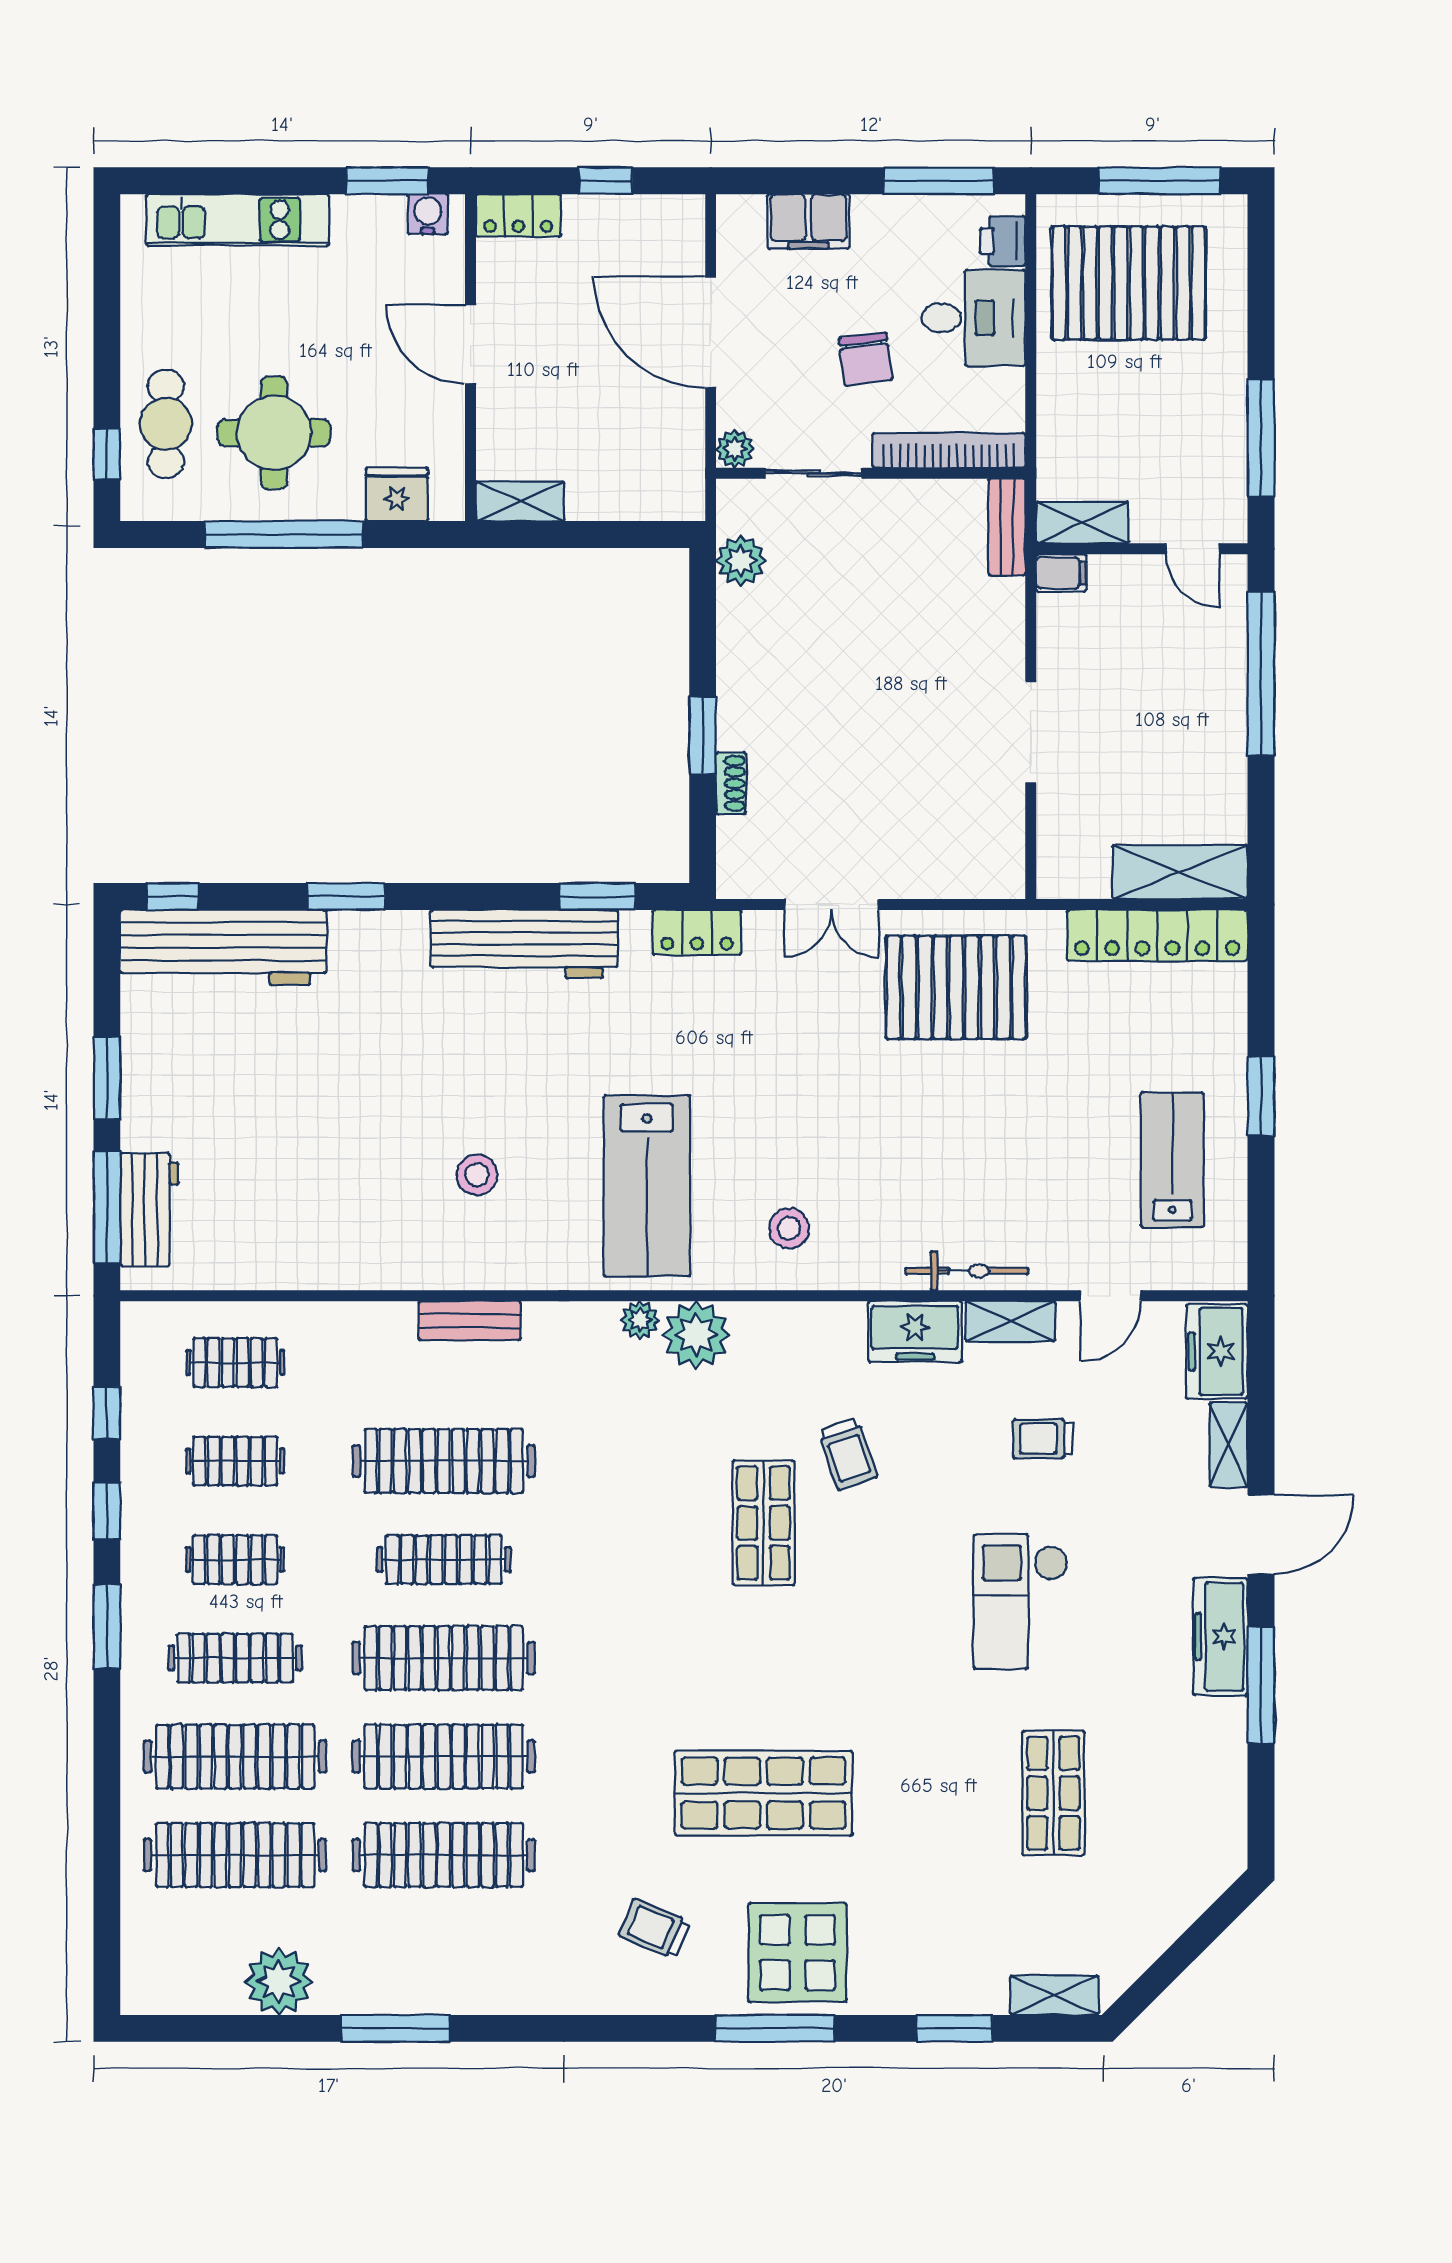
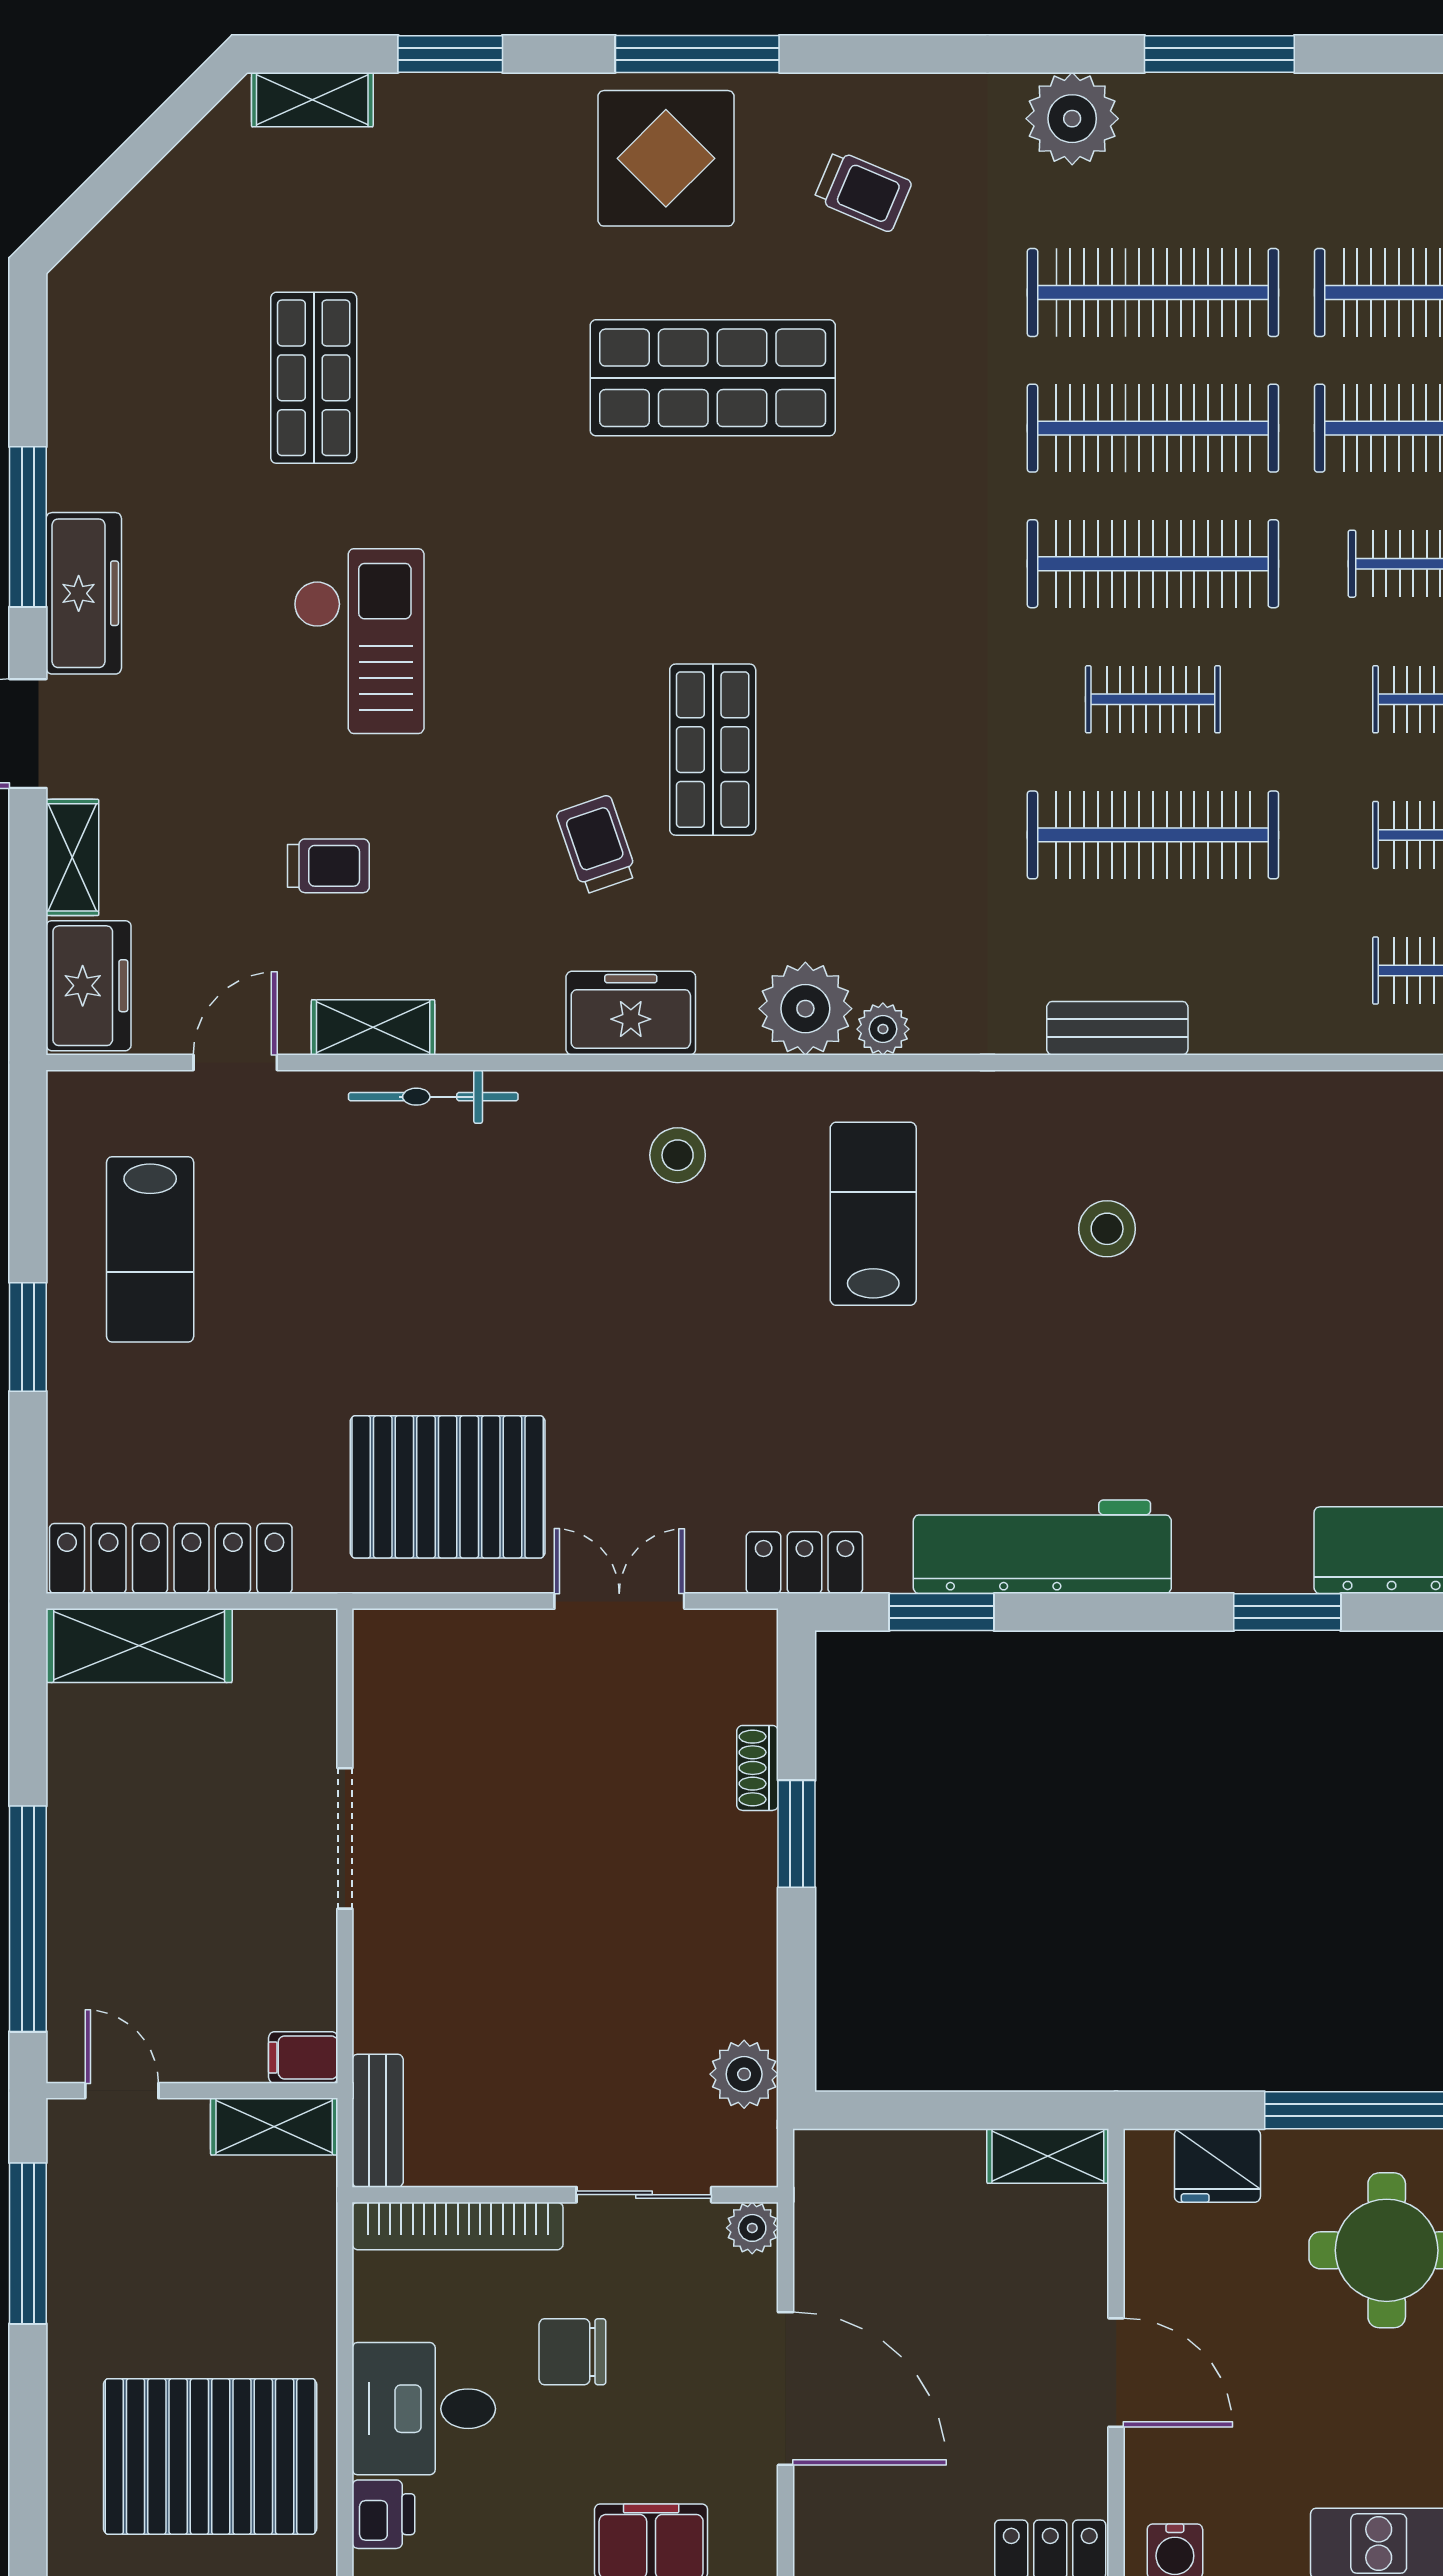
chair: (865, 359) -> (572, 2352), turned -83
lab bench: (647, 1186) -> (873, 1214), width x0.73, depth x0.72
freezer: (915, 1332) -> (631, 1013), moved
clothes rail: (444, 1560) -> (1153, 699), width x0.73
plant: (279, 1981) -> (1072, 119), moved

